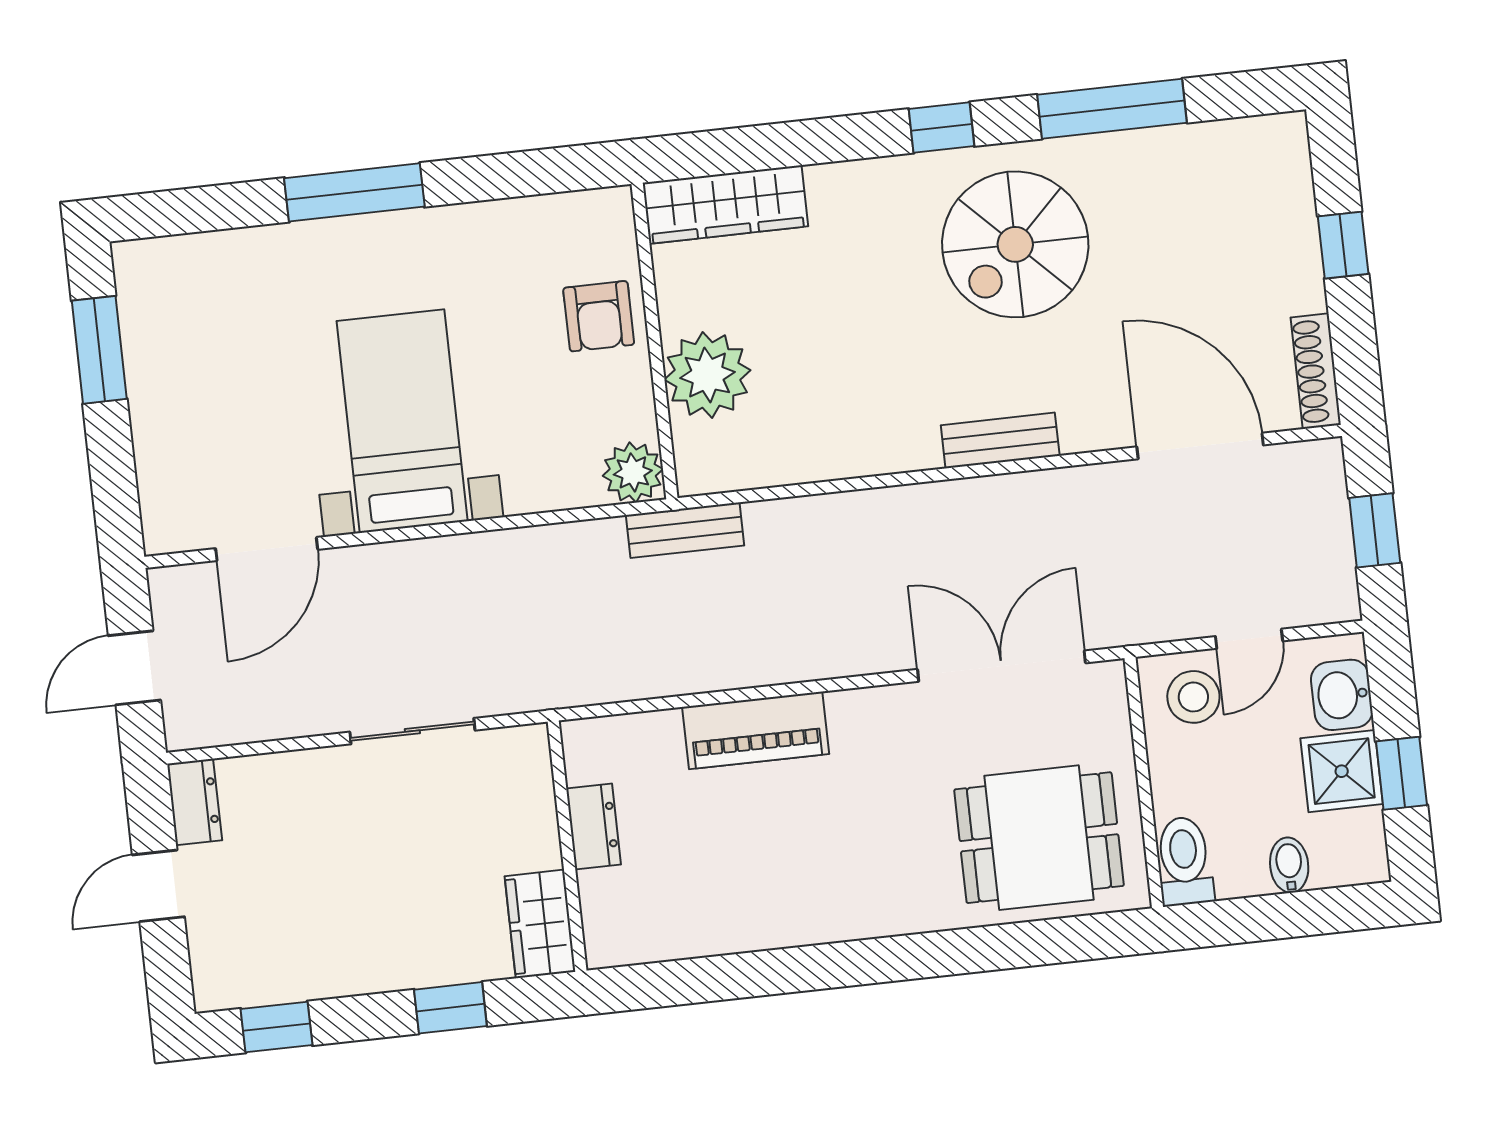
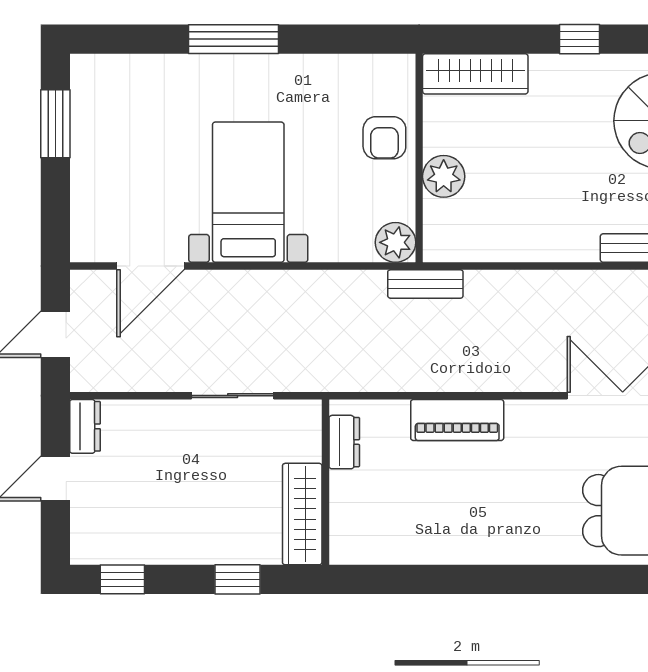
window: (941, 128) -> (580, 39), moved
plant: (707, 375) -> (444, 176), width x0.73, depth x0.73
dresser: (593, 827) -> (344, 442), moved
wardrobe: (540, 924) -> (302, 514), width x1.50

